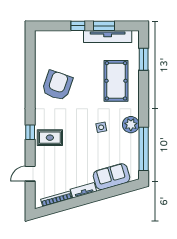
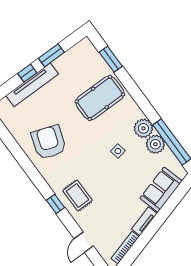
tv unit: (108, 37) -> (32, 85), moved
pool table: (116, 81) -> (100, 98), turned 90
rug: (50, 138) -> (77, 196), turned 90
plant: (131, 142) -> (155, 144), added

